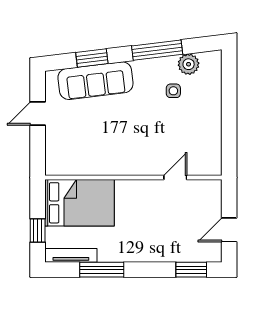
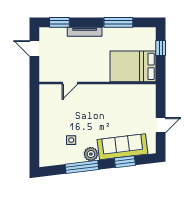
plant: (189, 64) -> (91, 154), moved
door: (229, 230) -> (34, 49), swing flipped
tv unit: (71, 255) -> (85, 32), moved

